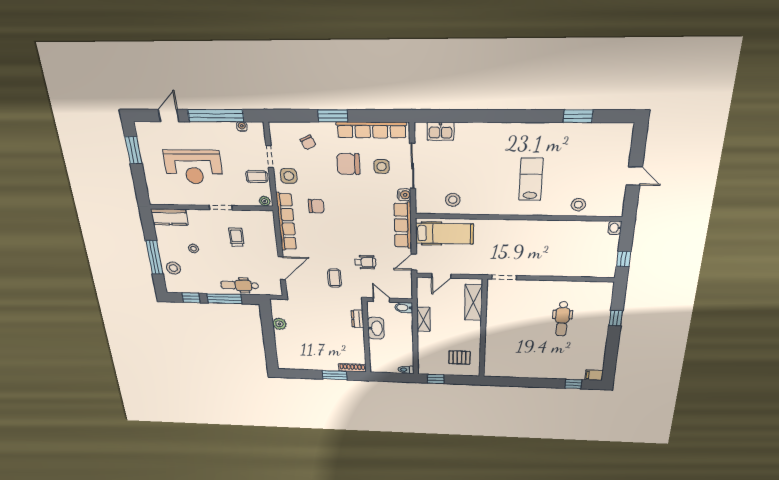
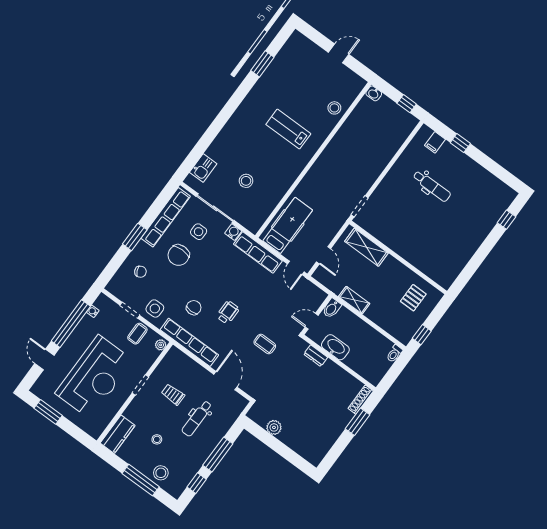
reception desk: (193, 167) -> (94, 377), width x1.36, depth x1.30
stool: (453, 200) -> (246, 181), moved
wheelchair: (365, 262) -> (228, 312), moved
dental chair: (240, 285) -> (197, 418), moved
filing cabinet: (594, 375) -> (435, 142), moved

